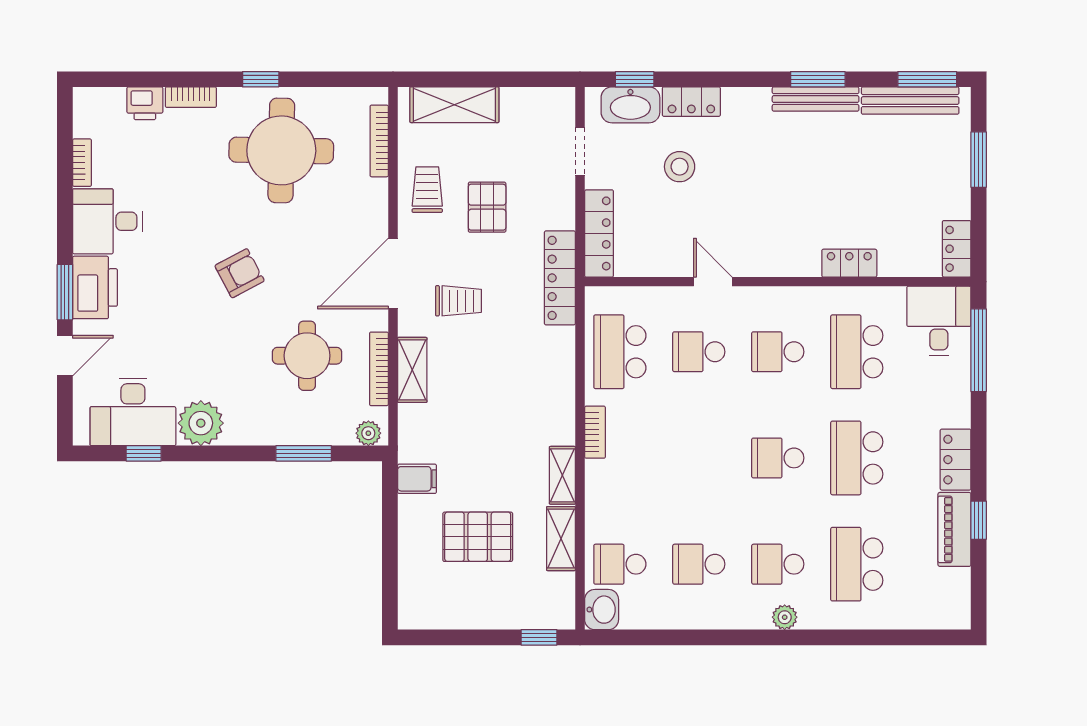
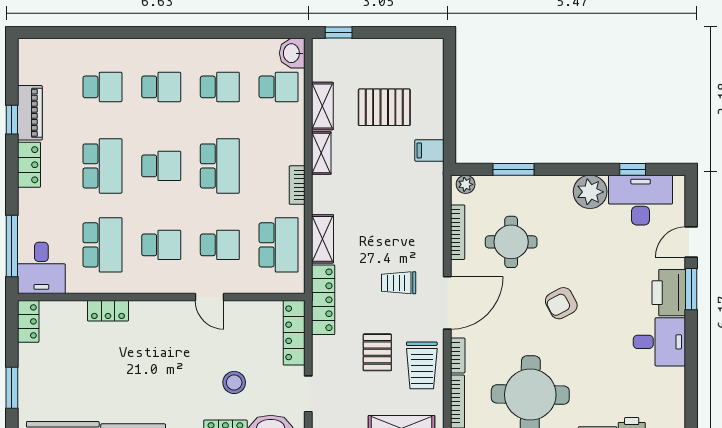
bookcase: (82, 163) -> (458, 356), moved, turned 180
trolley: (427, 190) -> (422, 365), width x1.36, depth x1.39
shelving: (412, 370) -> (322, 239), moved
school desk: (699, 458) -> (220, 166), added
school desk: (857, 564) -> (102, 87), width x0.54
plant: (785, 617) -> (156, 47), removed

